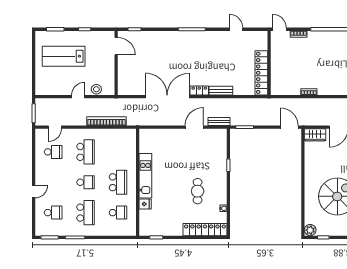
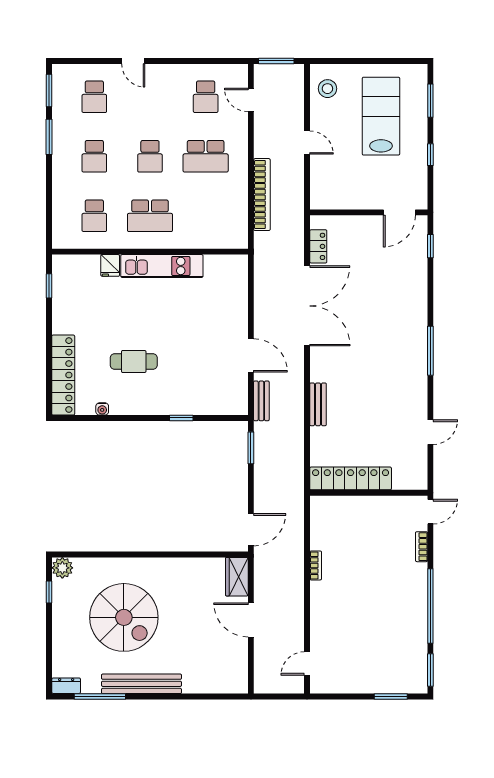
stool: (96, 89) -> (327, 89), moved
locker: (199, 90) -> (318, 246), moved
school desk: (86, 213) -> (94, 156), width x0.54

